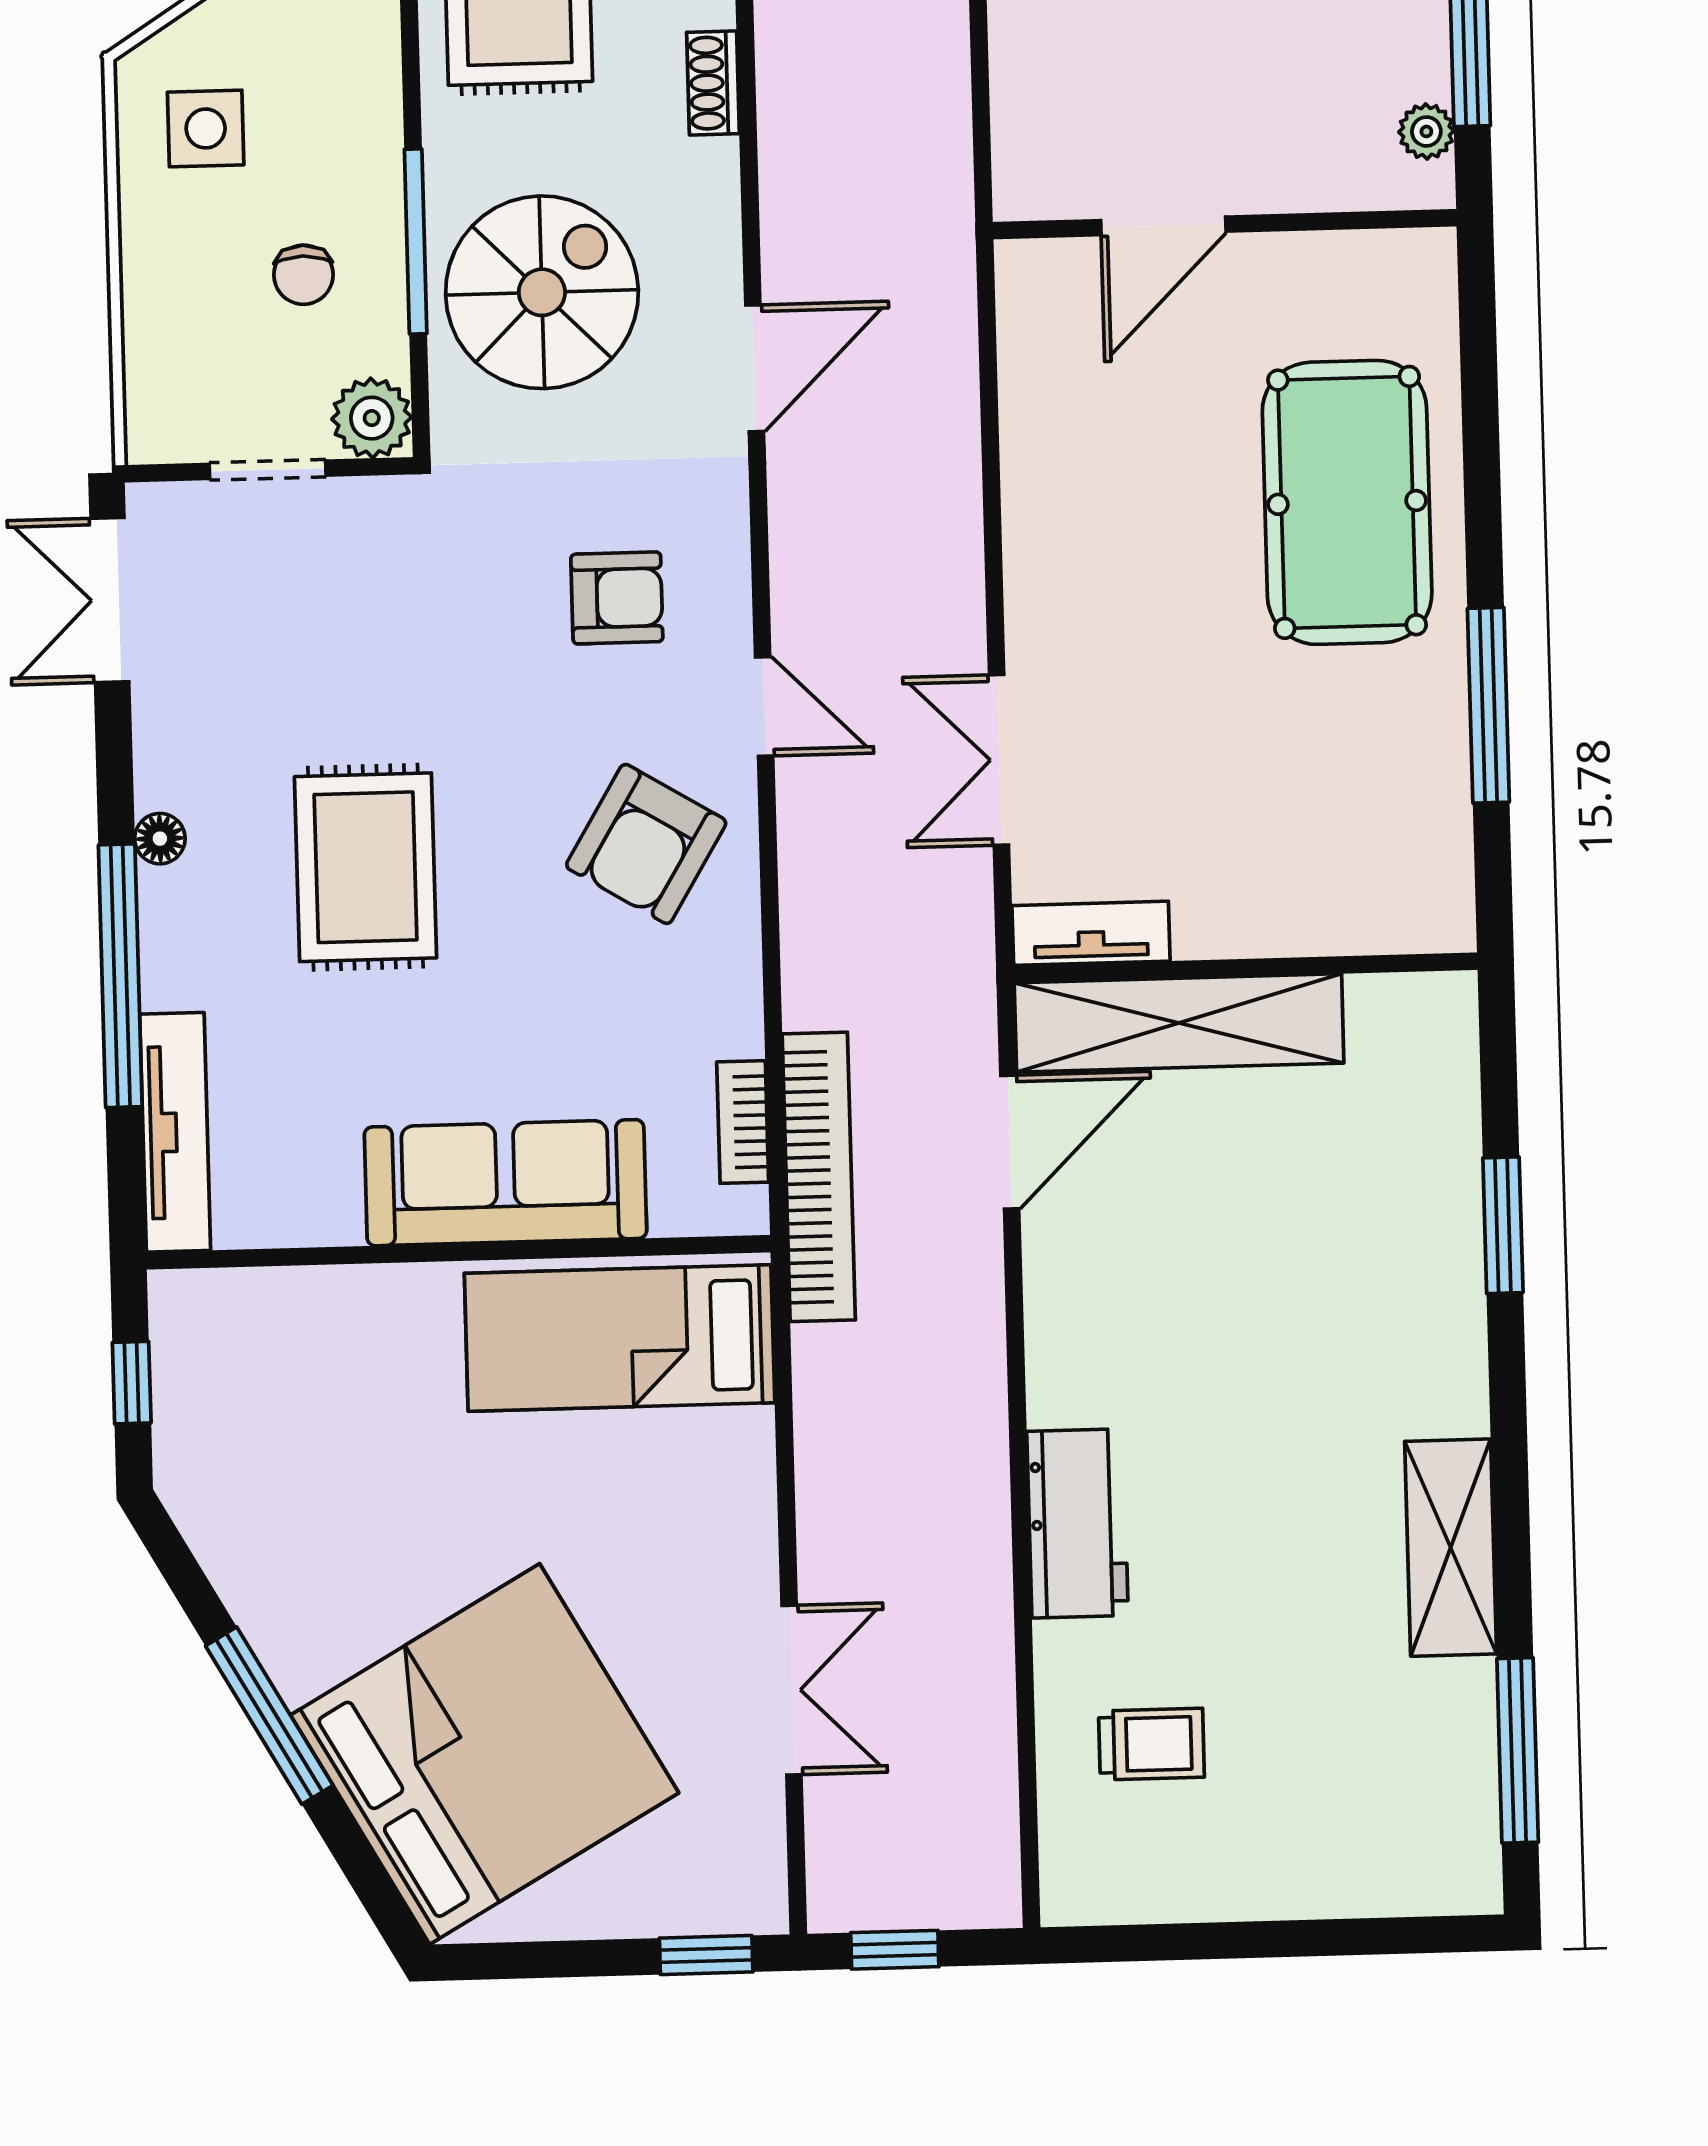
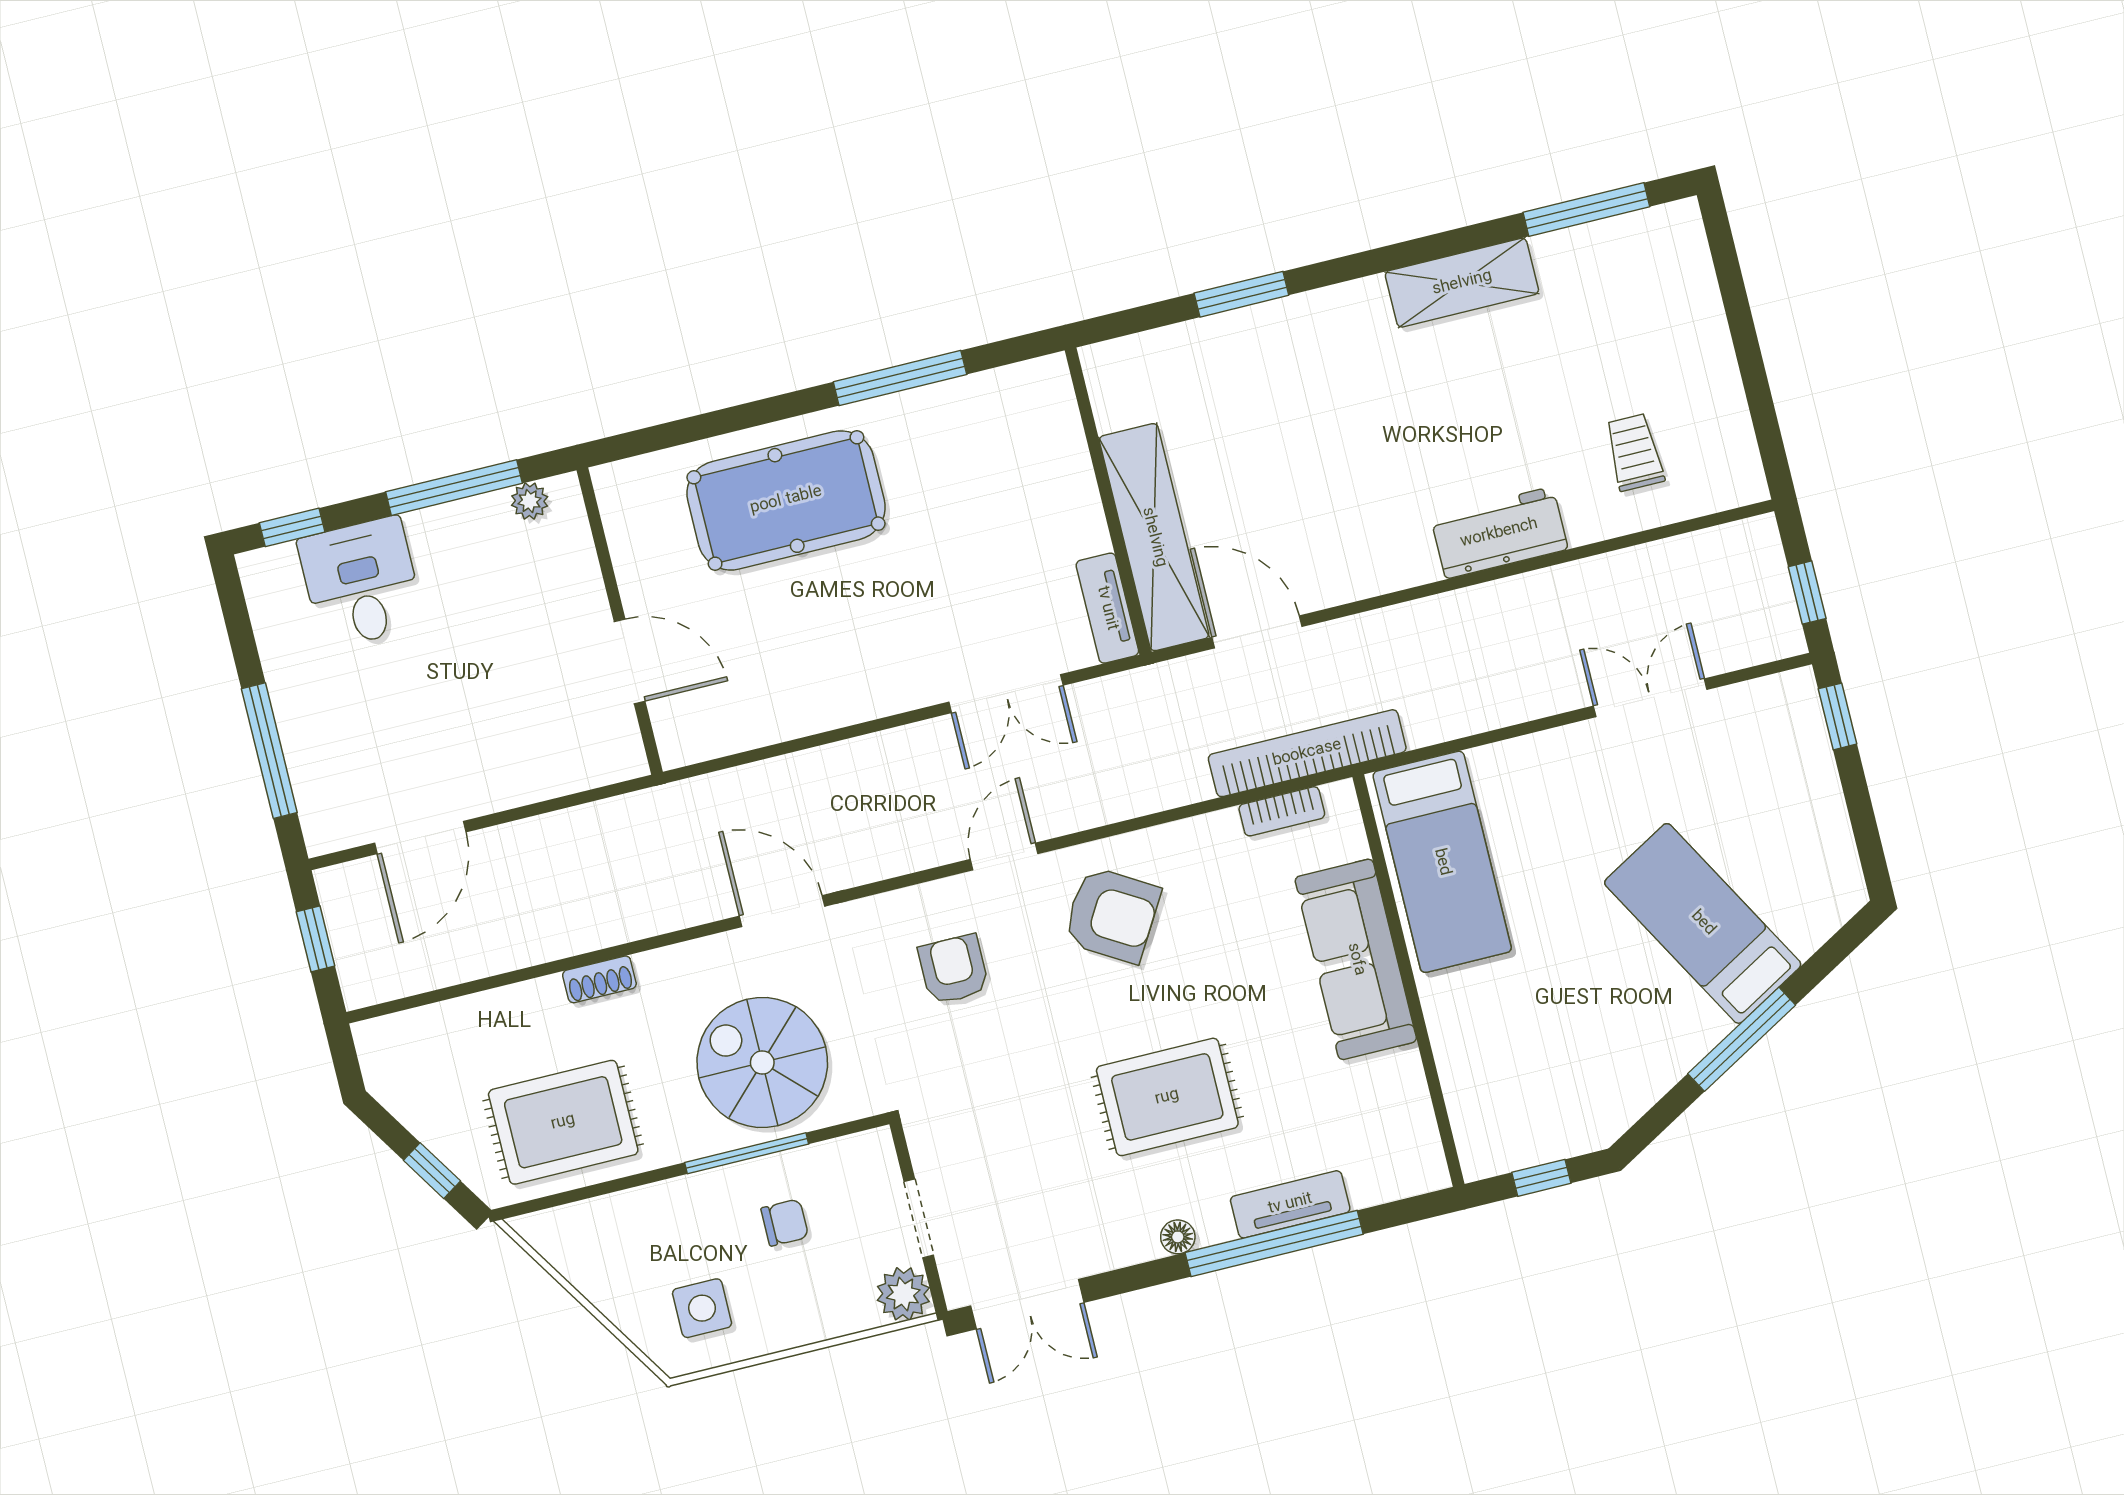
plant: (372, 418) -> (903, 1294), moved
tv unit: (175, 1132) -> (1290, 1204), moved, width x0.71
bed: (485, 1754) -> (1703, 923), width x0.49

